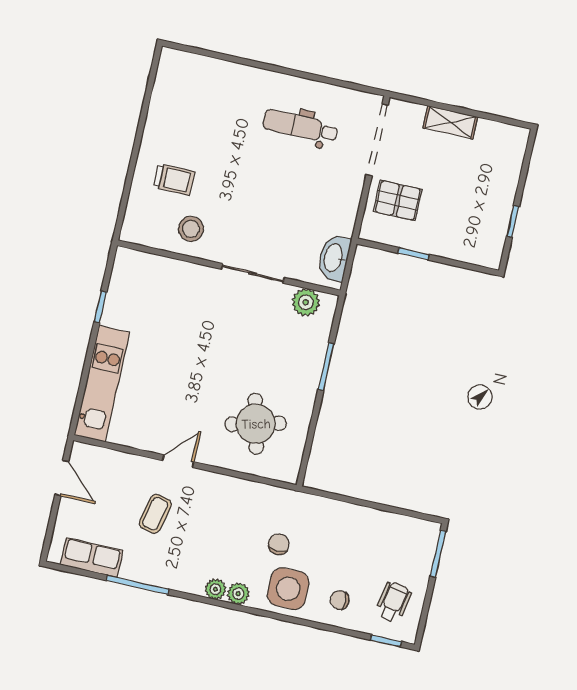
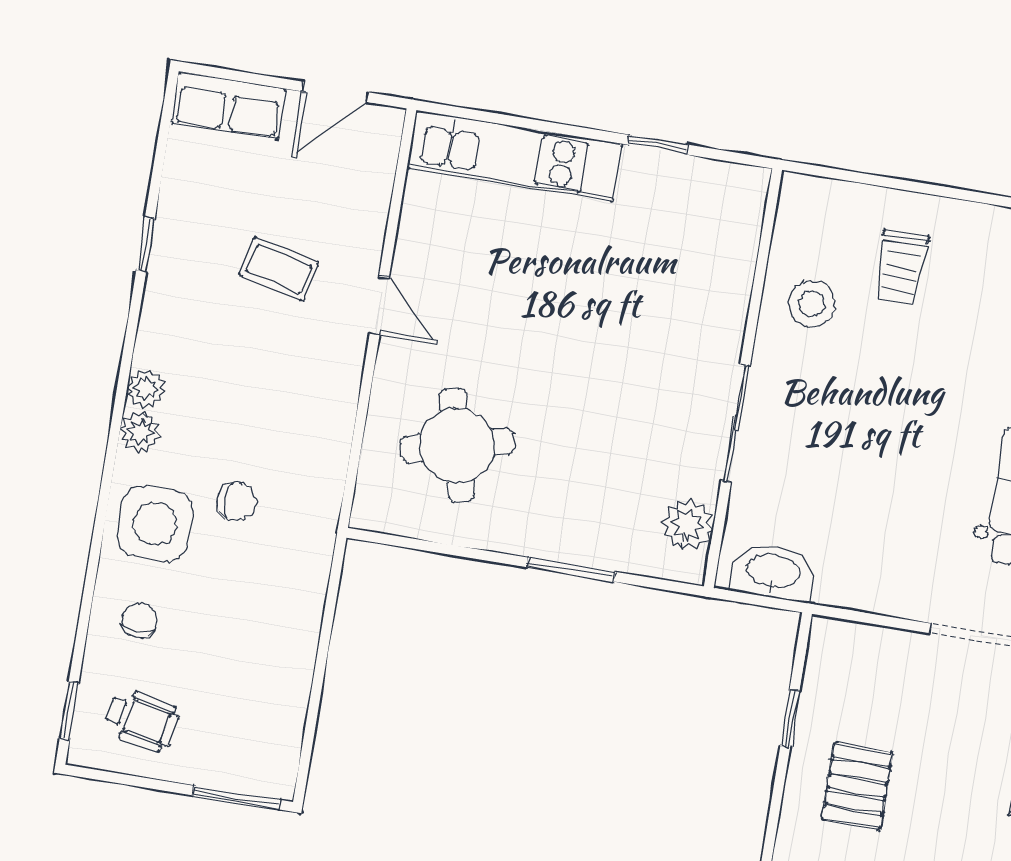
pallet: (398, 200) -> (857, 786), moved
row of seats: (92, 558) -> (228, 106), moved, turned 90
window: (138, 585) -> (145, 244), width x0.46

